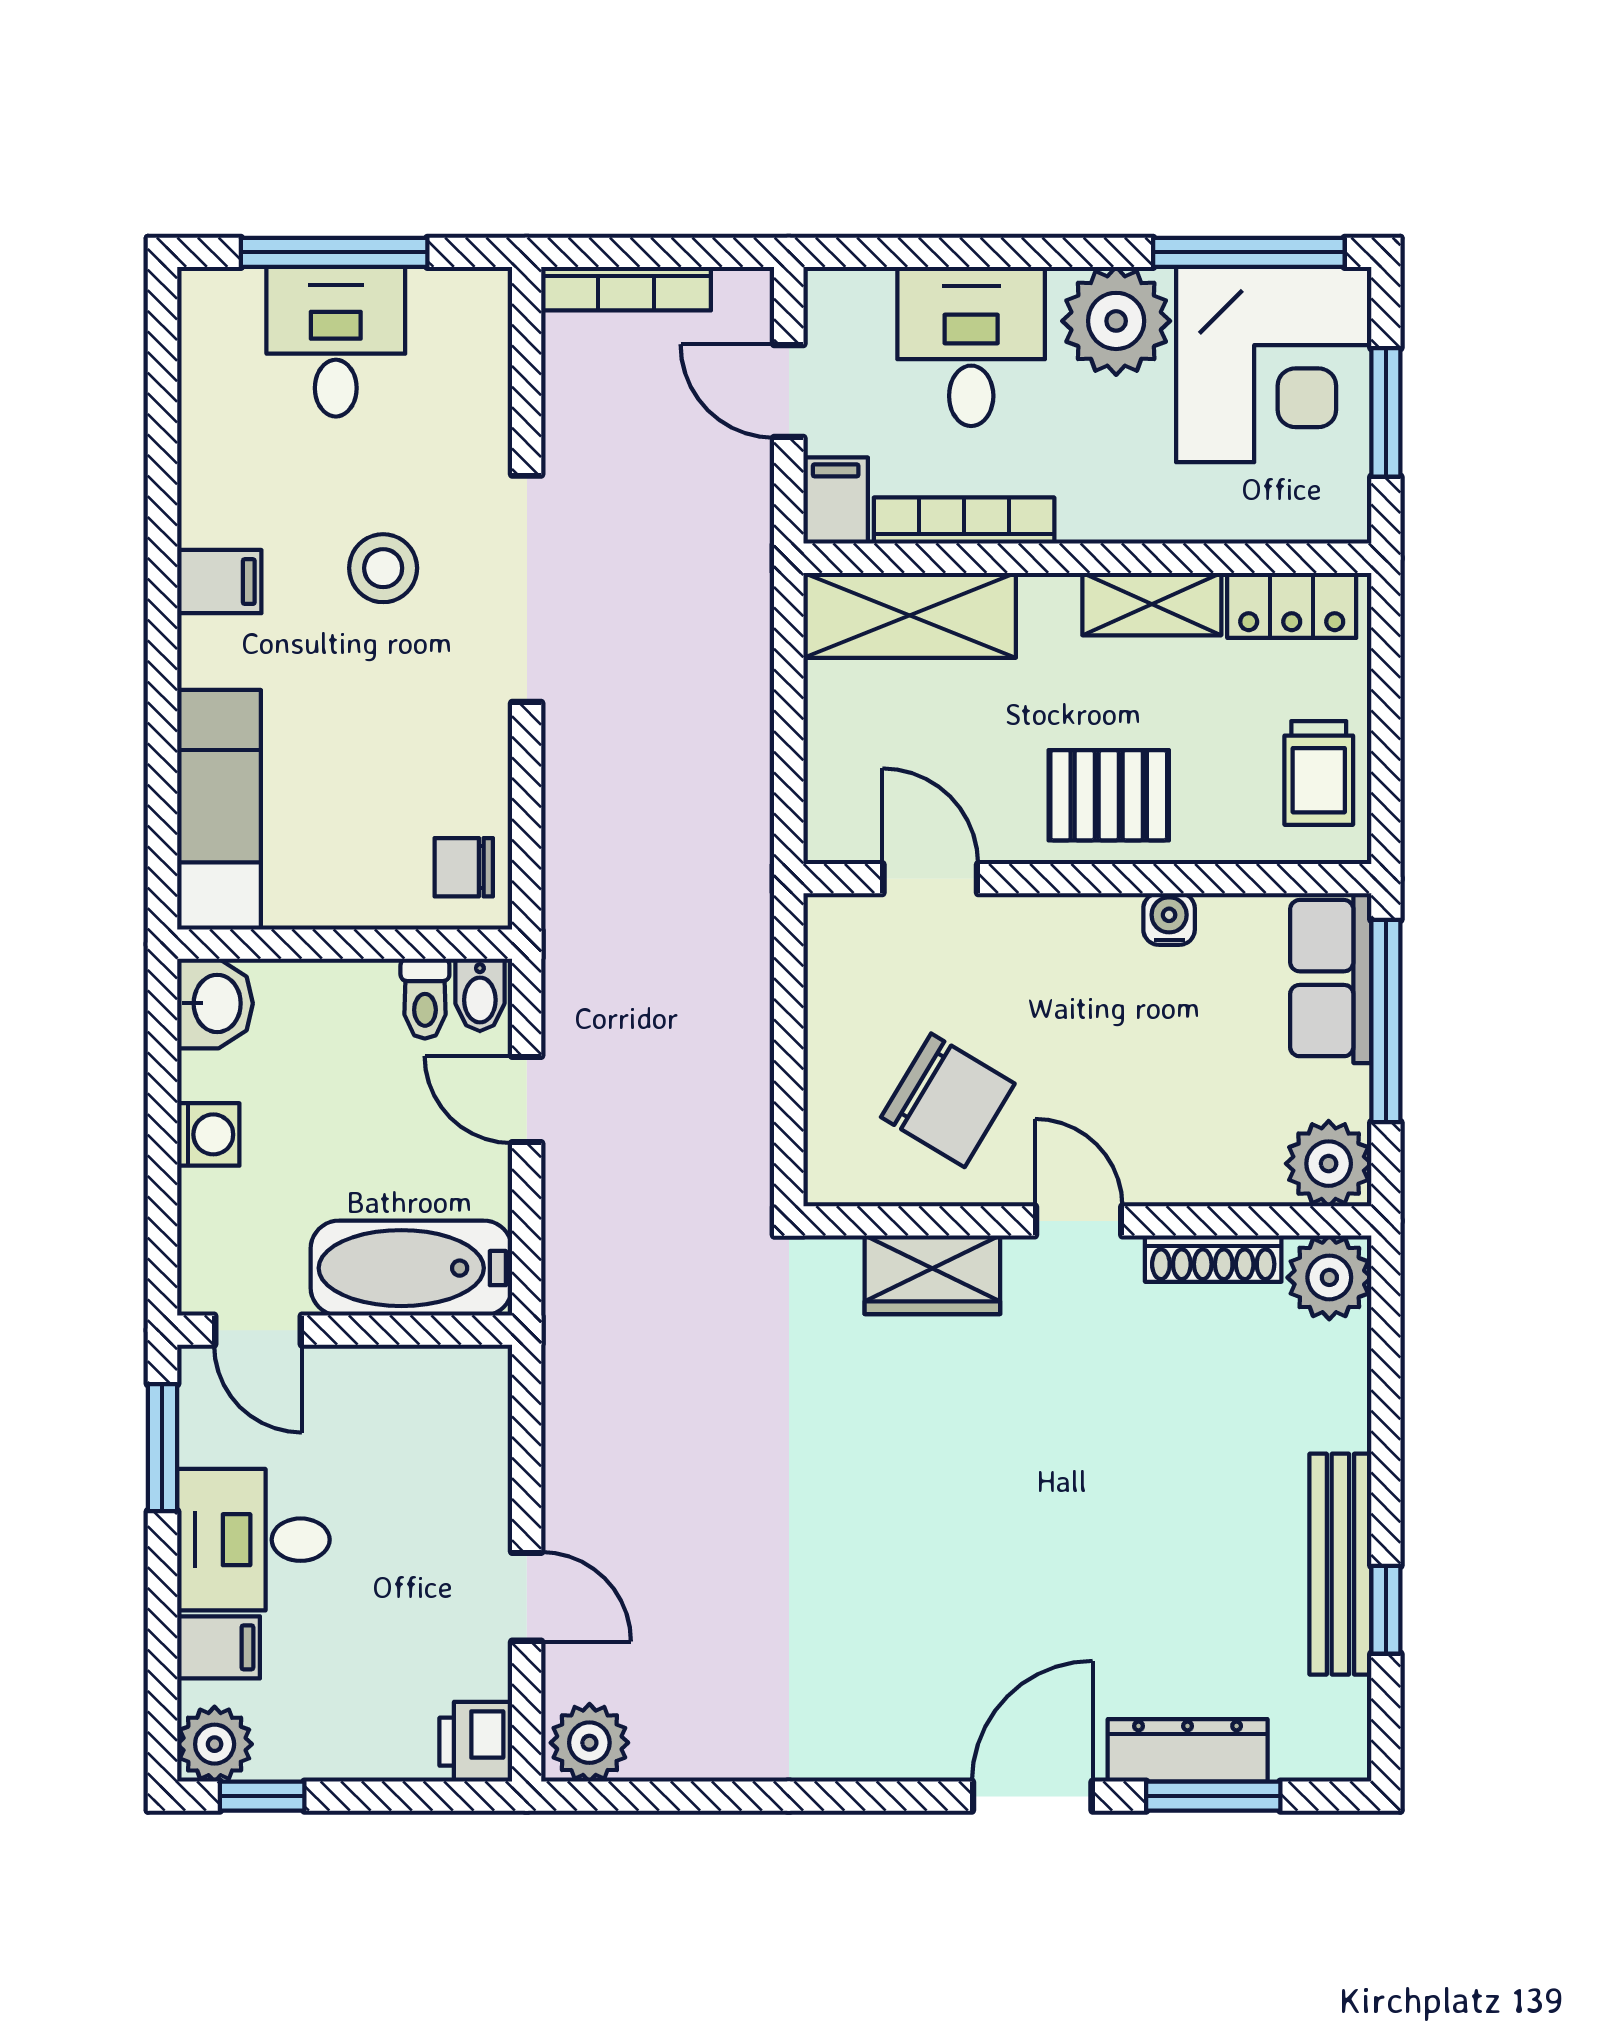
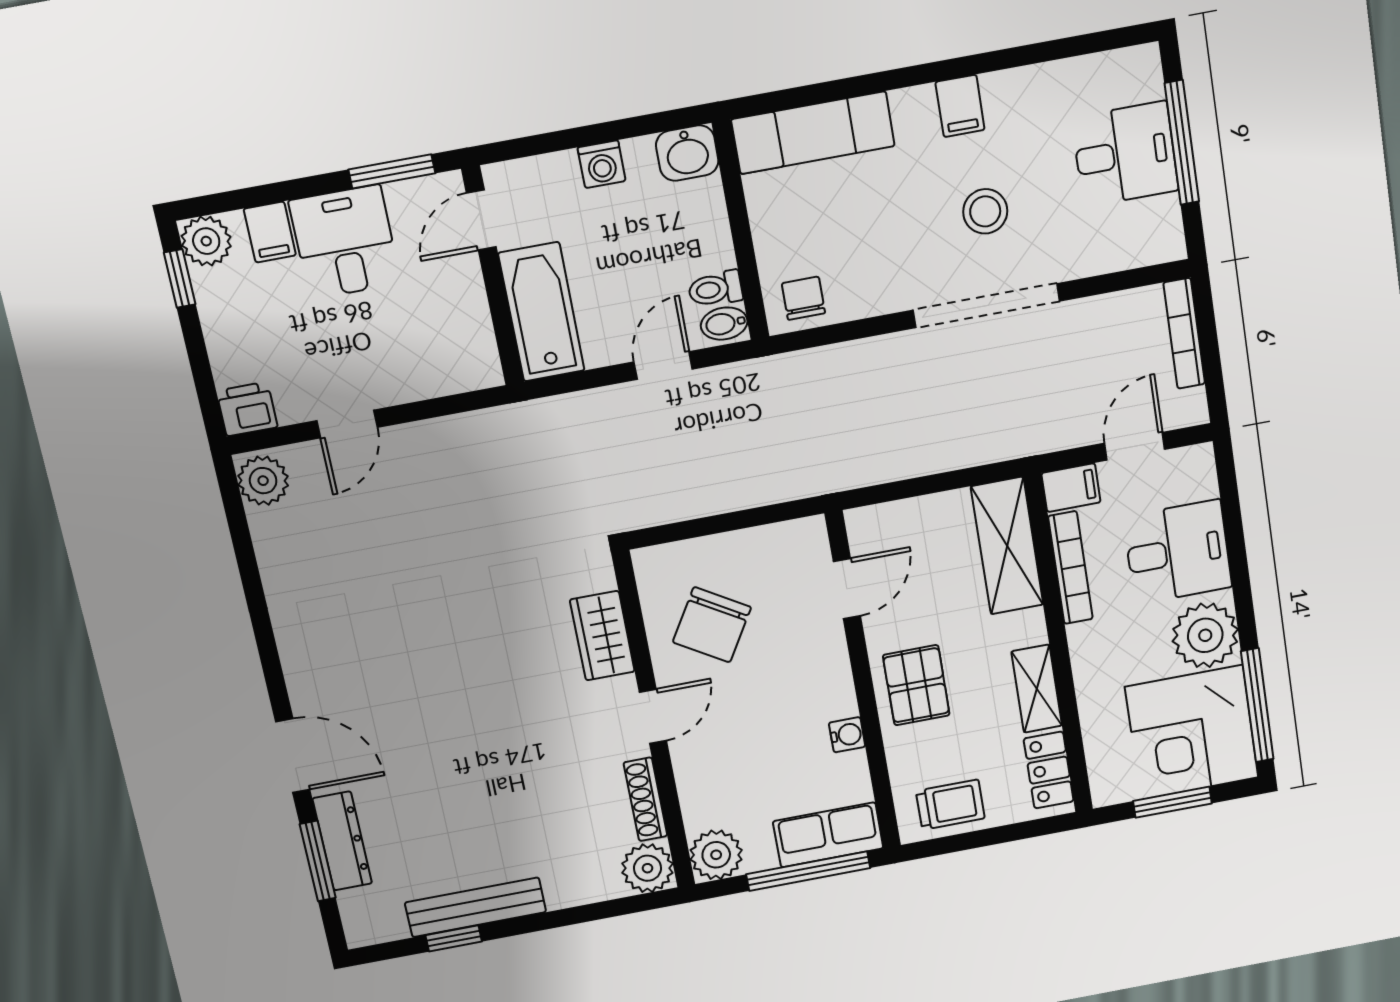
trolley: (1319, 773) -> (950, 805), turned 180

